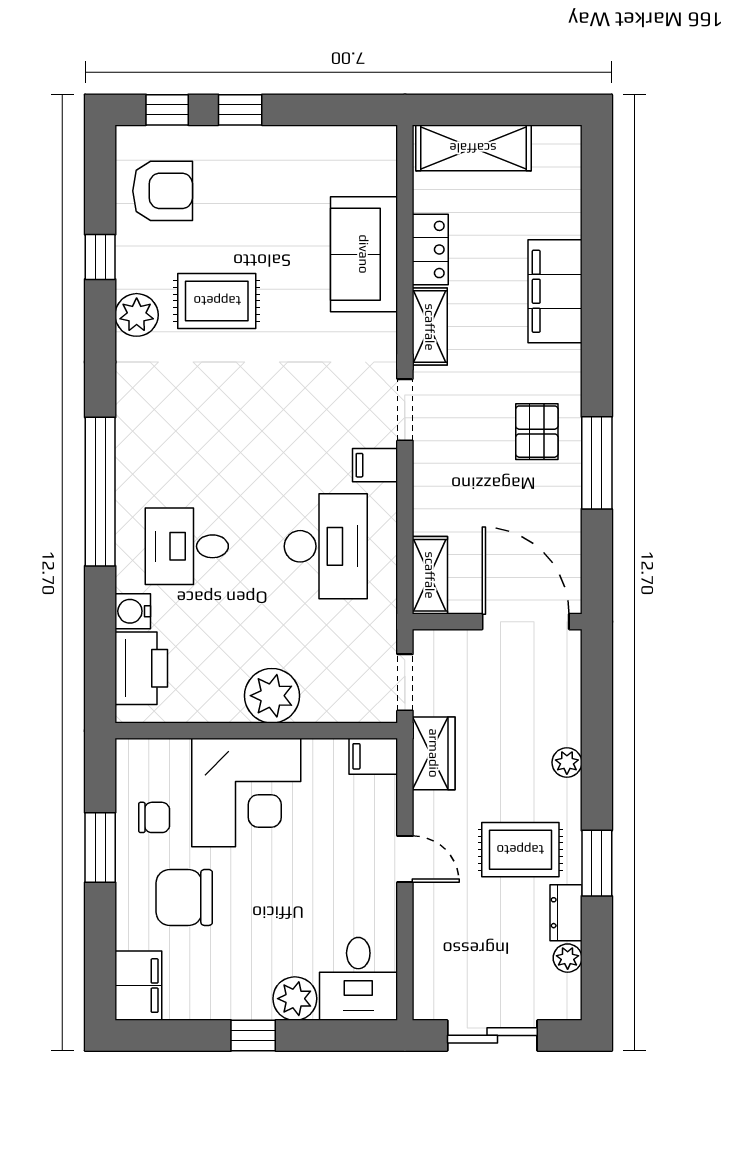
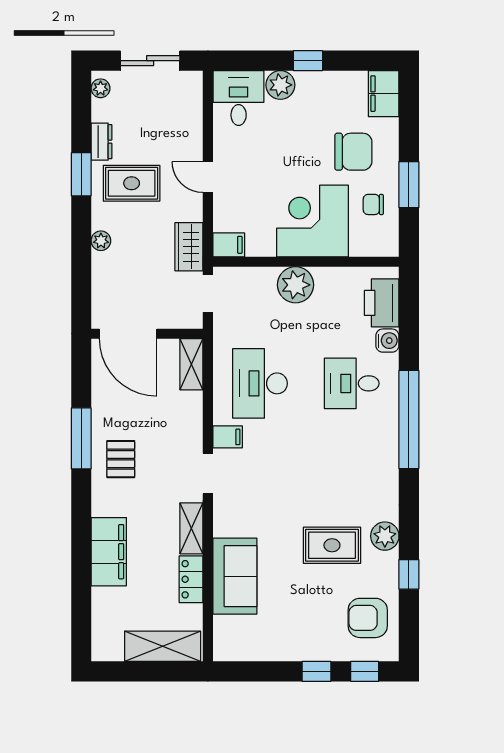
desk: (187, 546) -> (352, 383), turned 180
plant: (568, 958) -> (101, 88), moved

